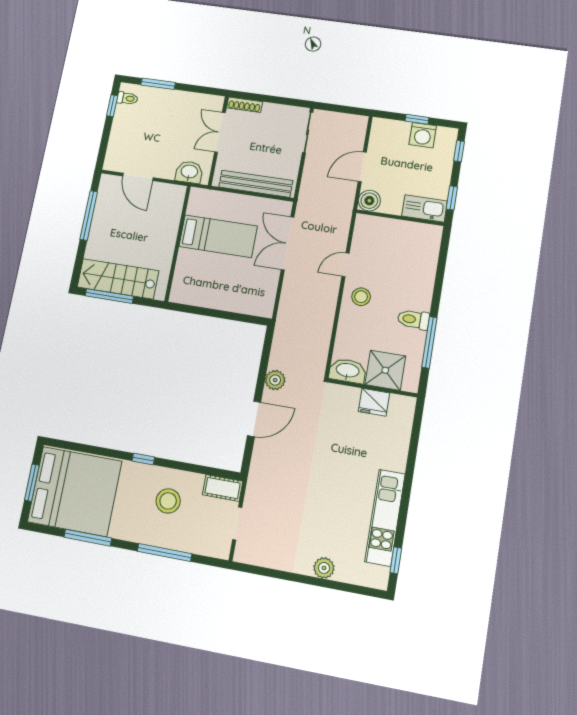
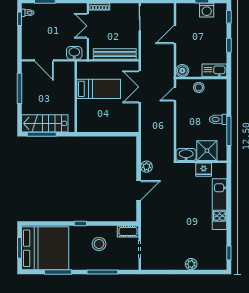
boiler: (369, 201) -> (182, 71), moved
kitchen sink: (425, 208) -> (214, 70), moved
wall: (400, 218) -> (201, 78), moved
stool: (361, 297) -> (199, 87), moved
kitchen unit: (385, 518) -> (220, 204), moved

